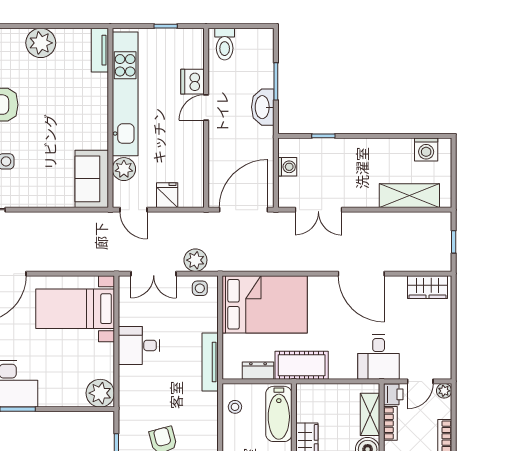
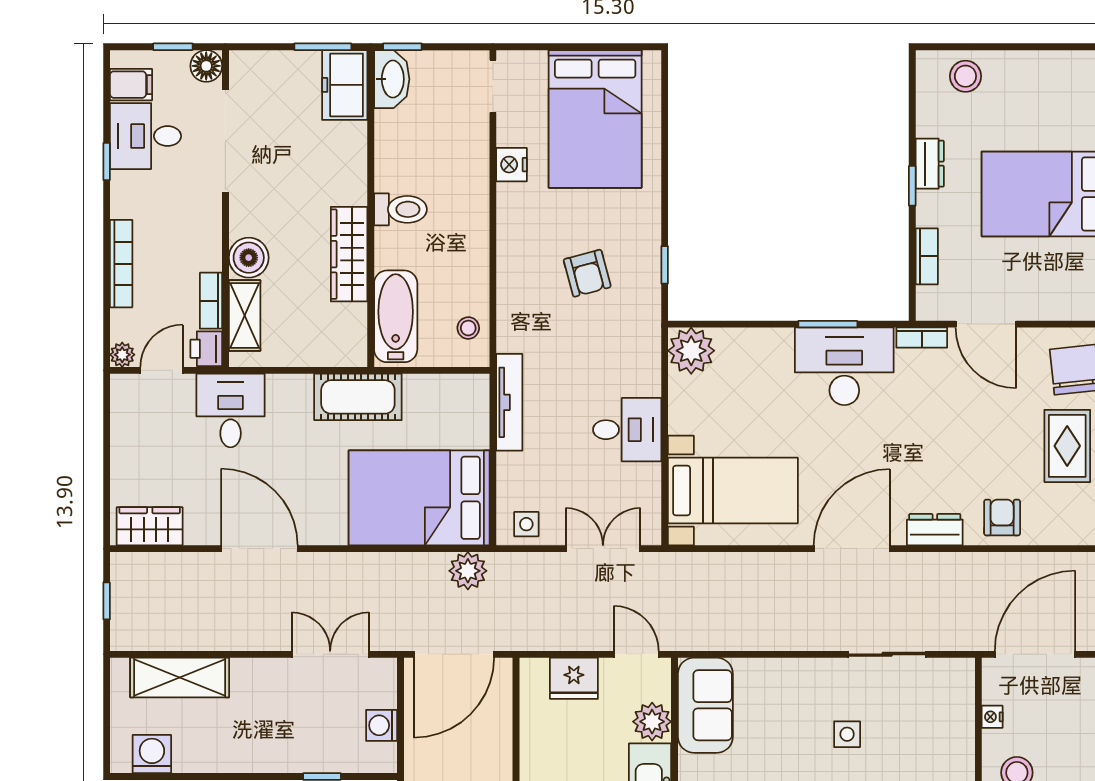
fridge: (167, 195) -> (574, 678), width x1.38
plant: (195, 260) -> (468, 571), moved
dresser: (258, 371) -> (430, 388), removed

